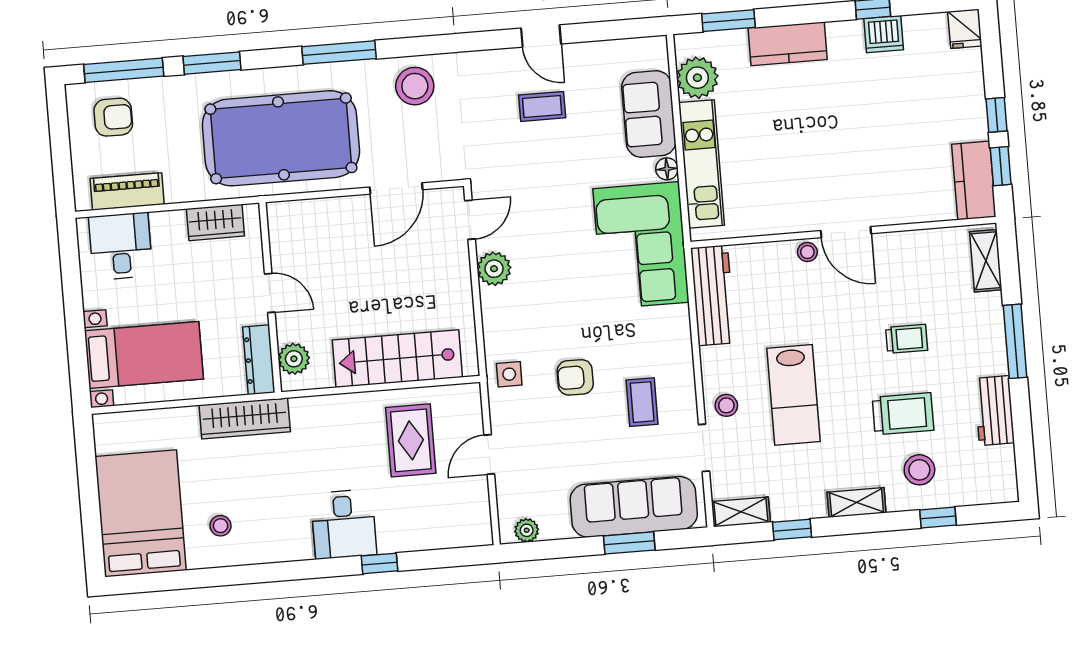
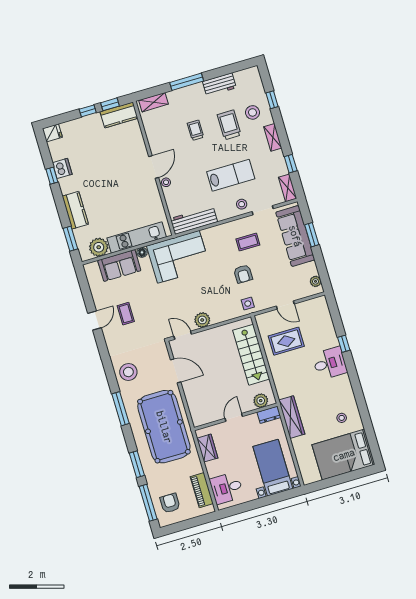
dresser: (259, 360) -> (269, 415), width x0.70

